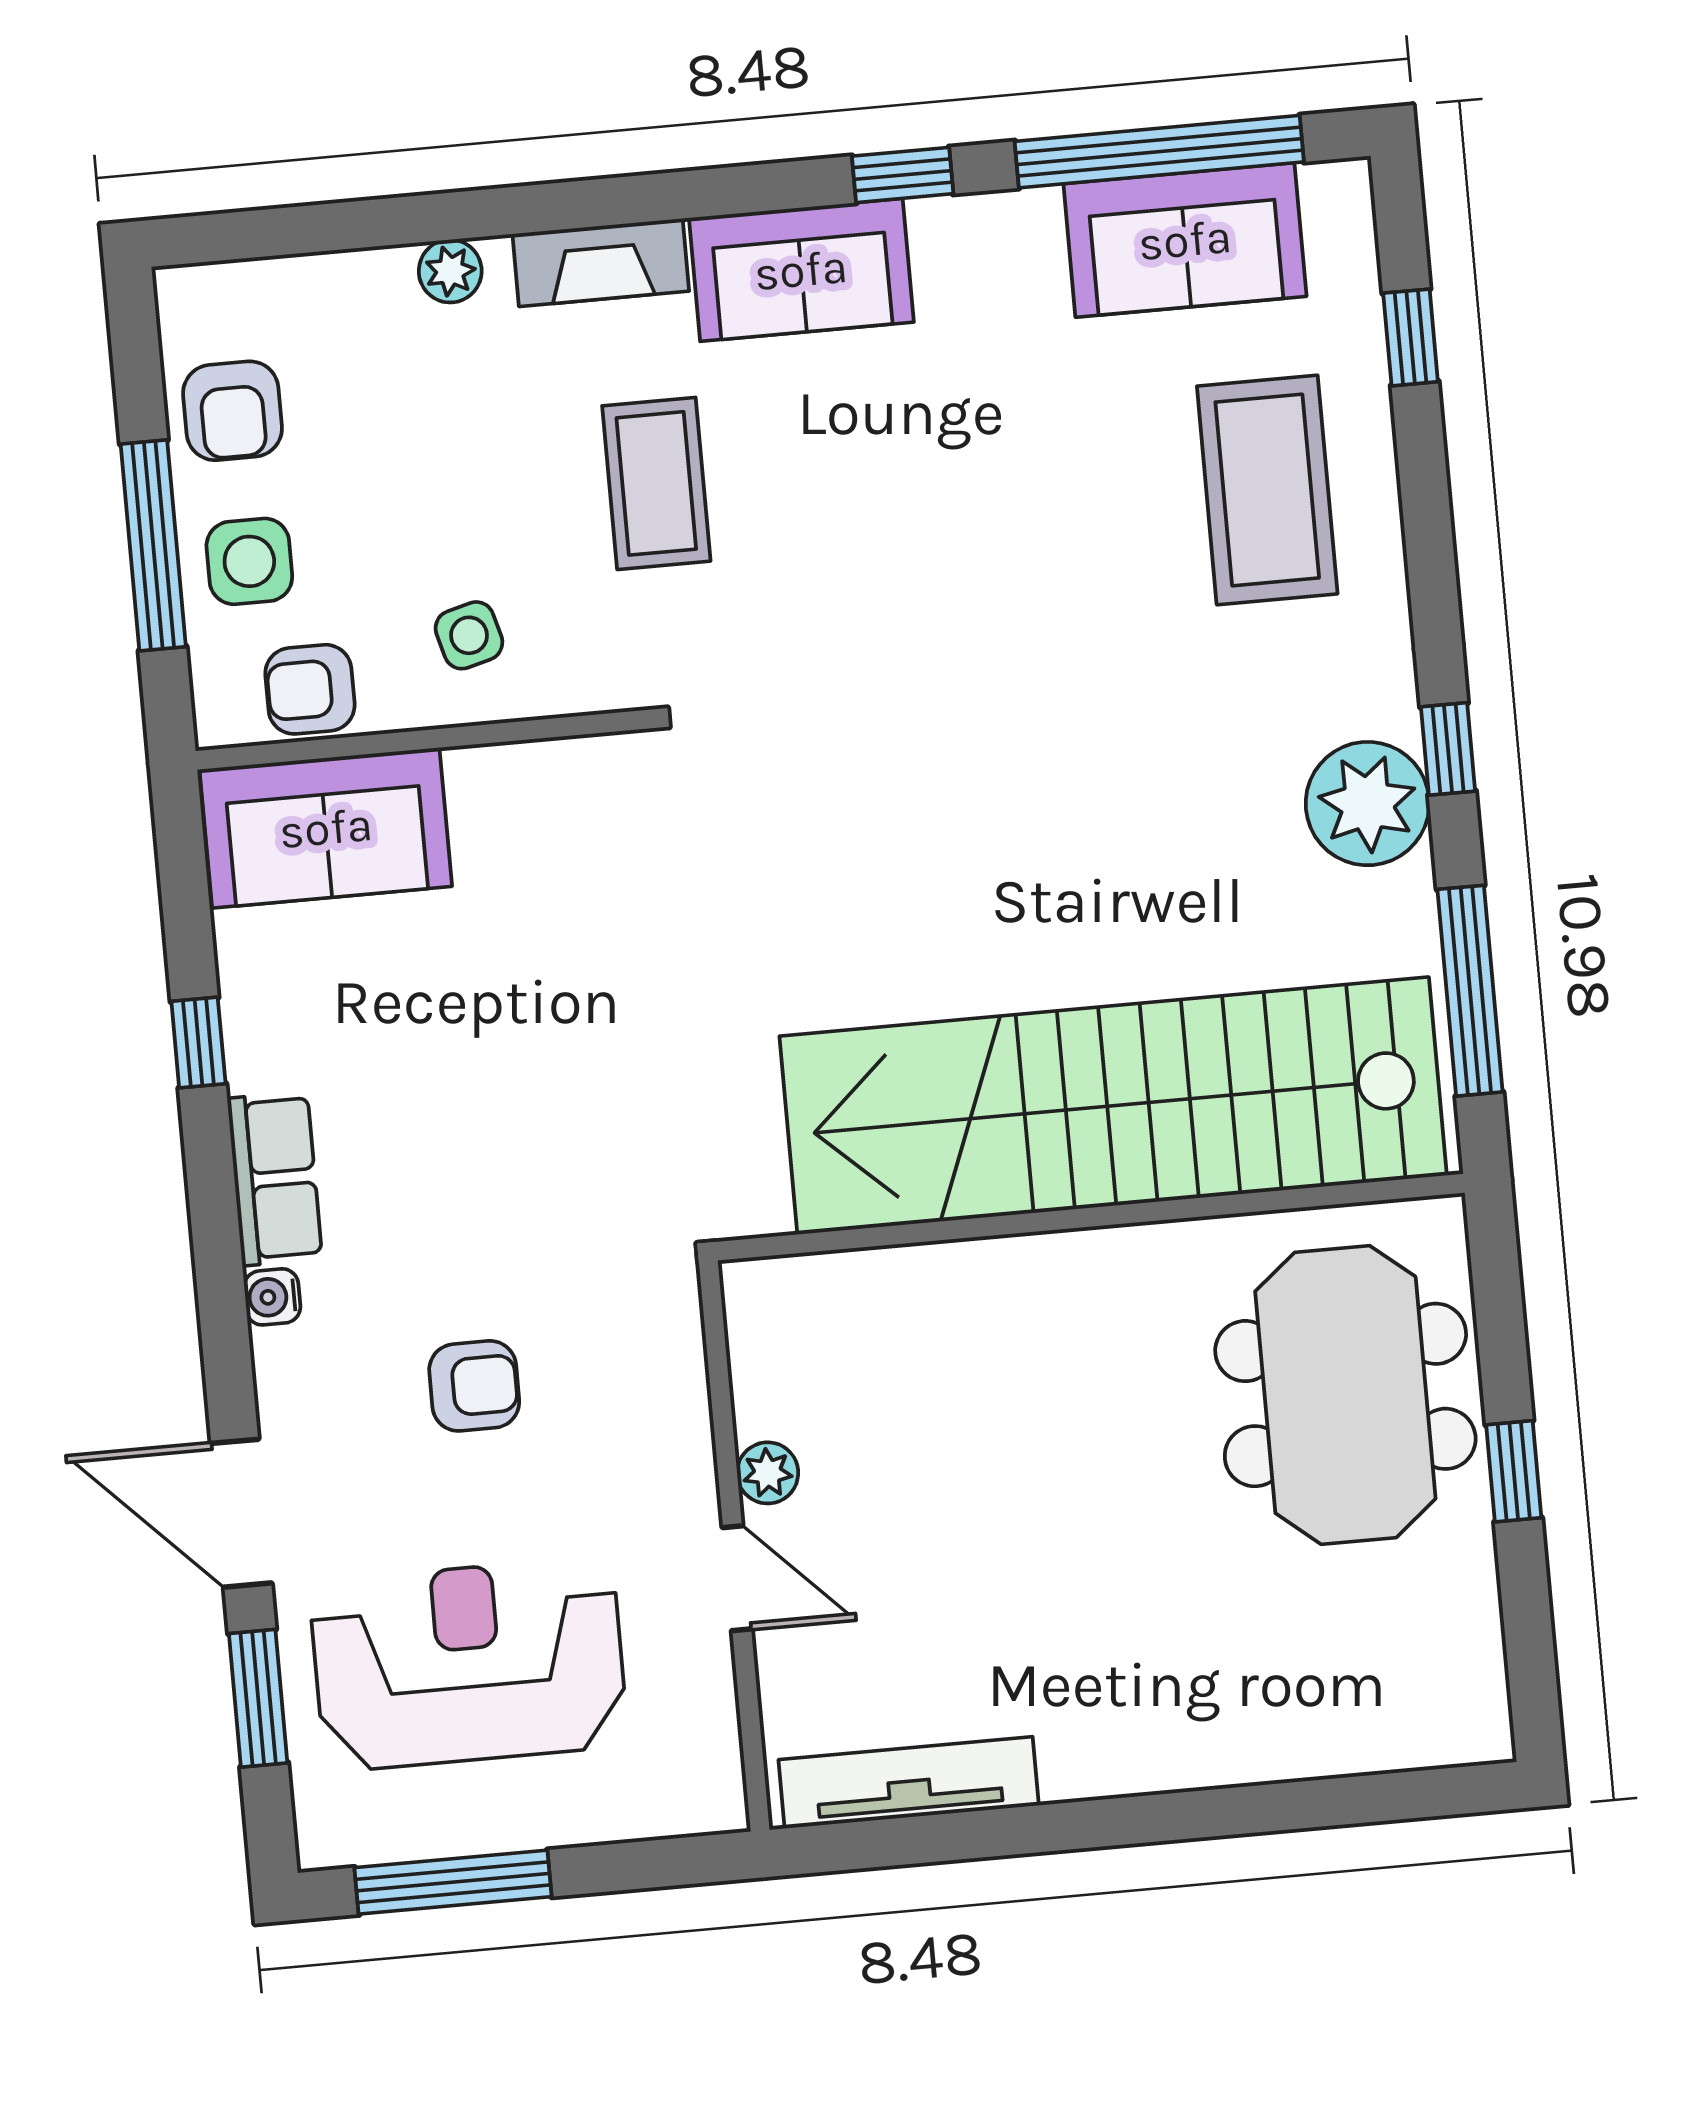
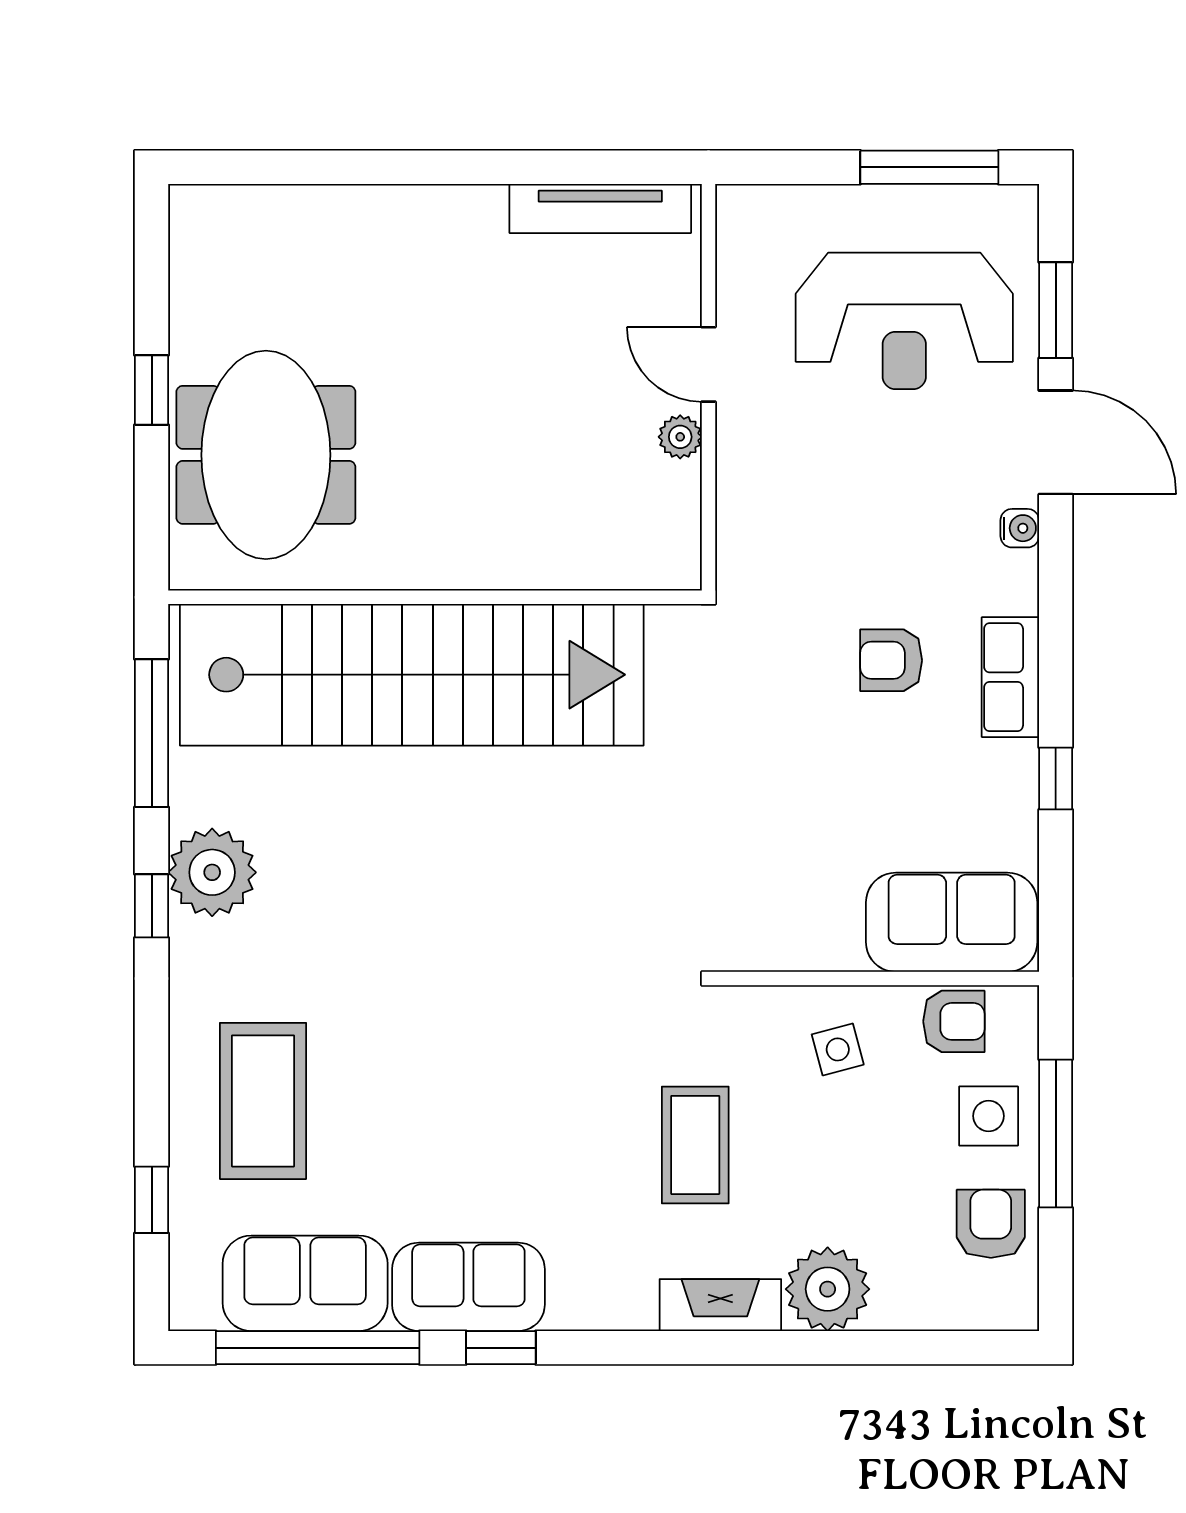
sofa: (801, 270) -> (468, 1287), moved
plant: (450, 271) -> (828, 1289), width x1.88, depth x1.88
water cooler: (272, 1297) -> (1020, 528), moved
armchair: (474, 1386) -> (891, 660), moved

